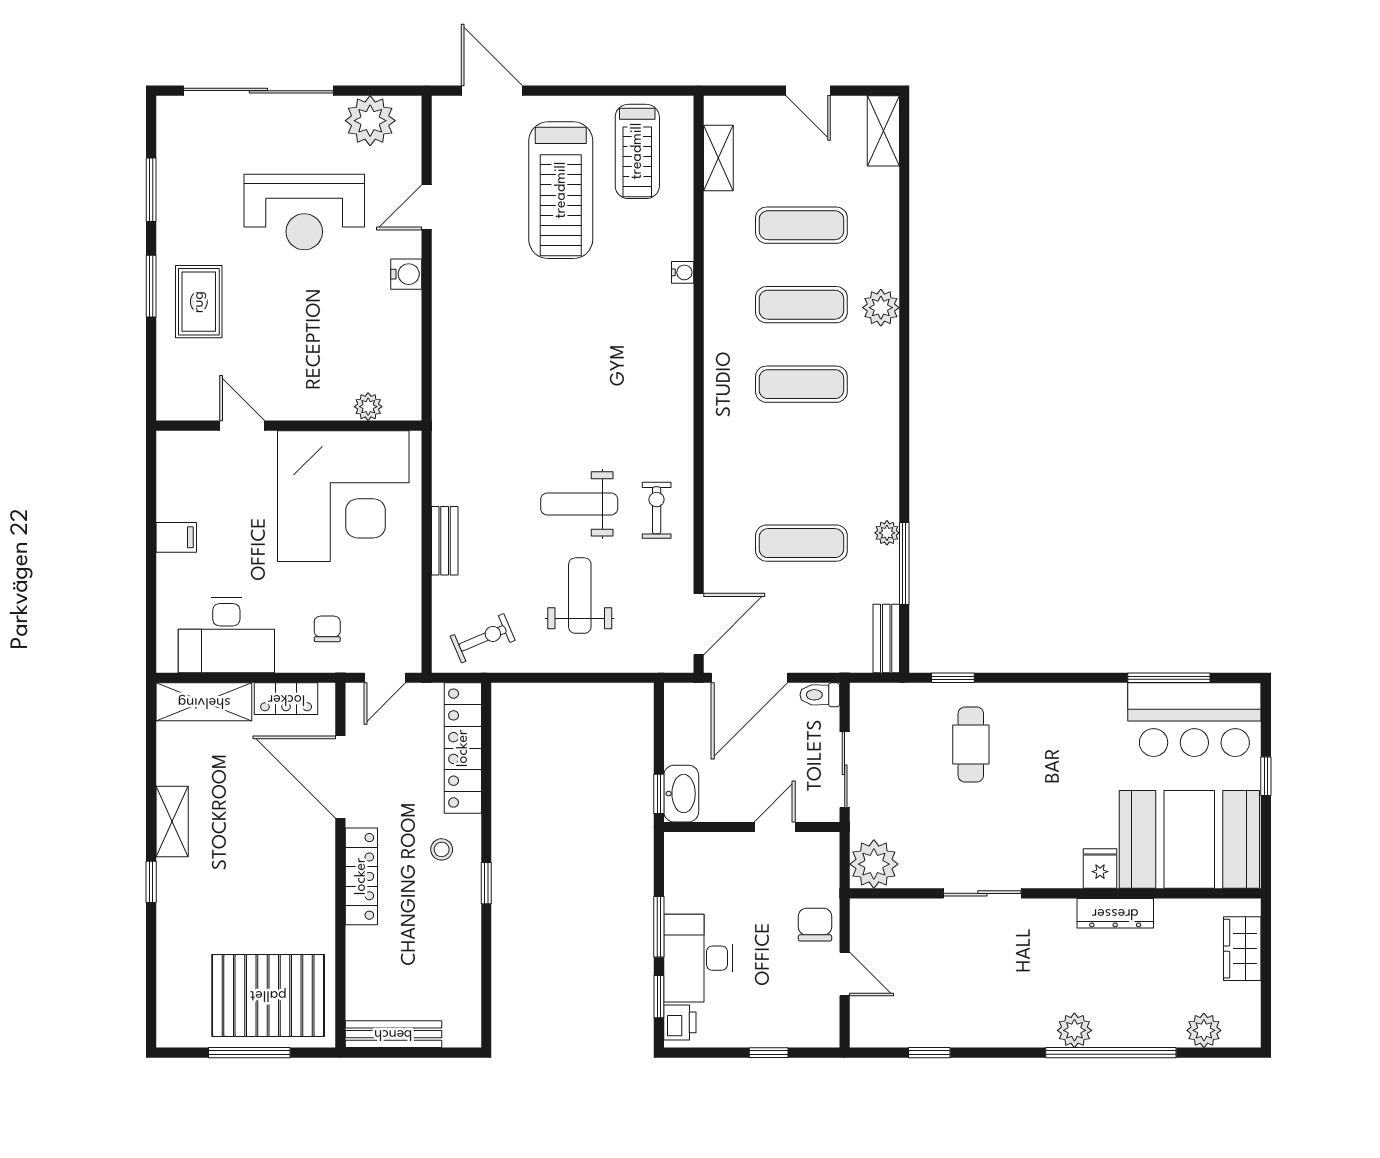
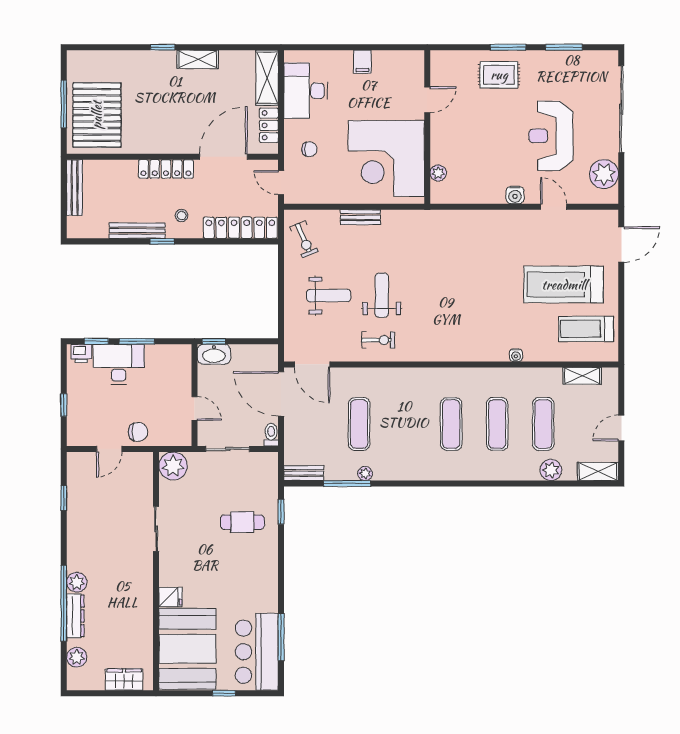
plant: (881, 308) -> (551, 470), moved
dresser: (1115, 913) -> (75, 616), moved, turned 180
bench: (468, 926) -> (137, 231), added

